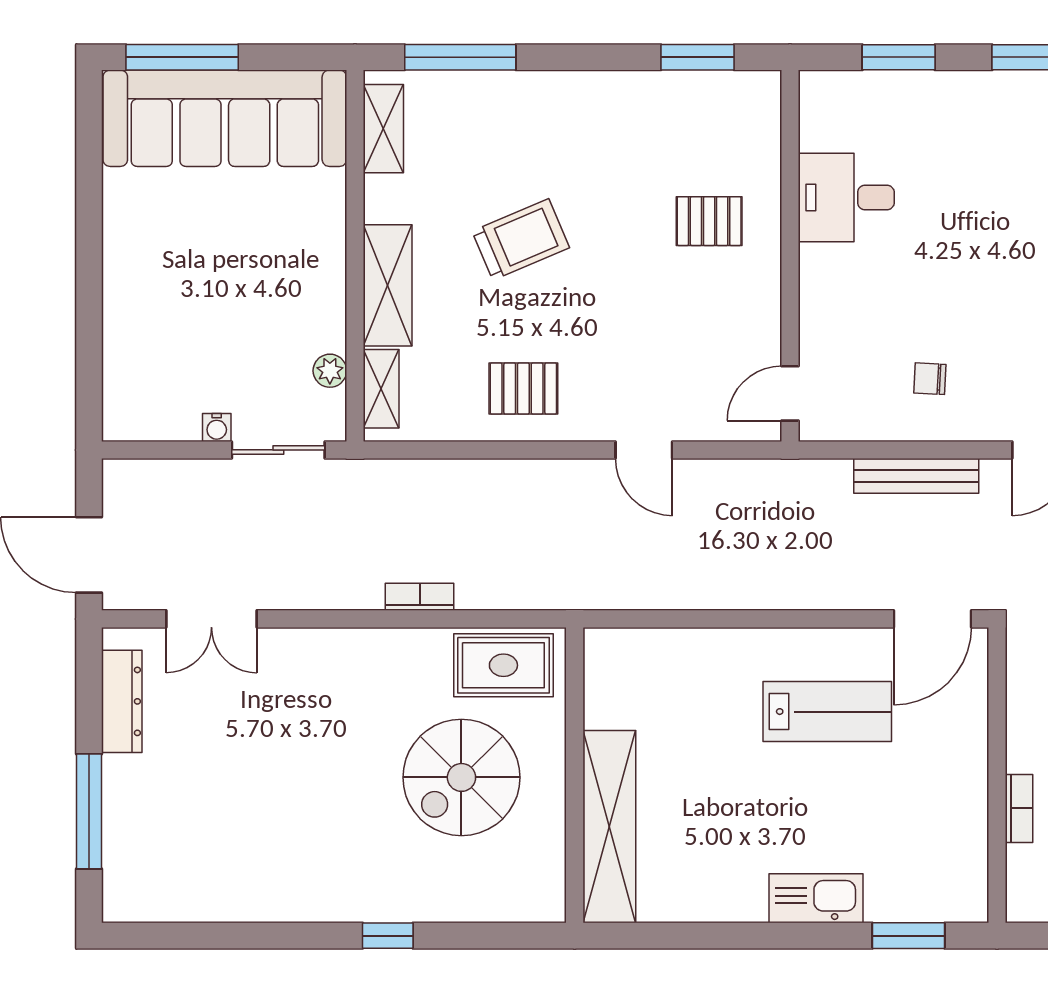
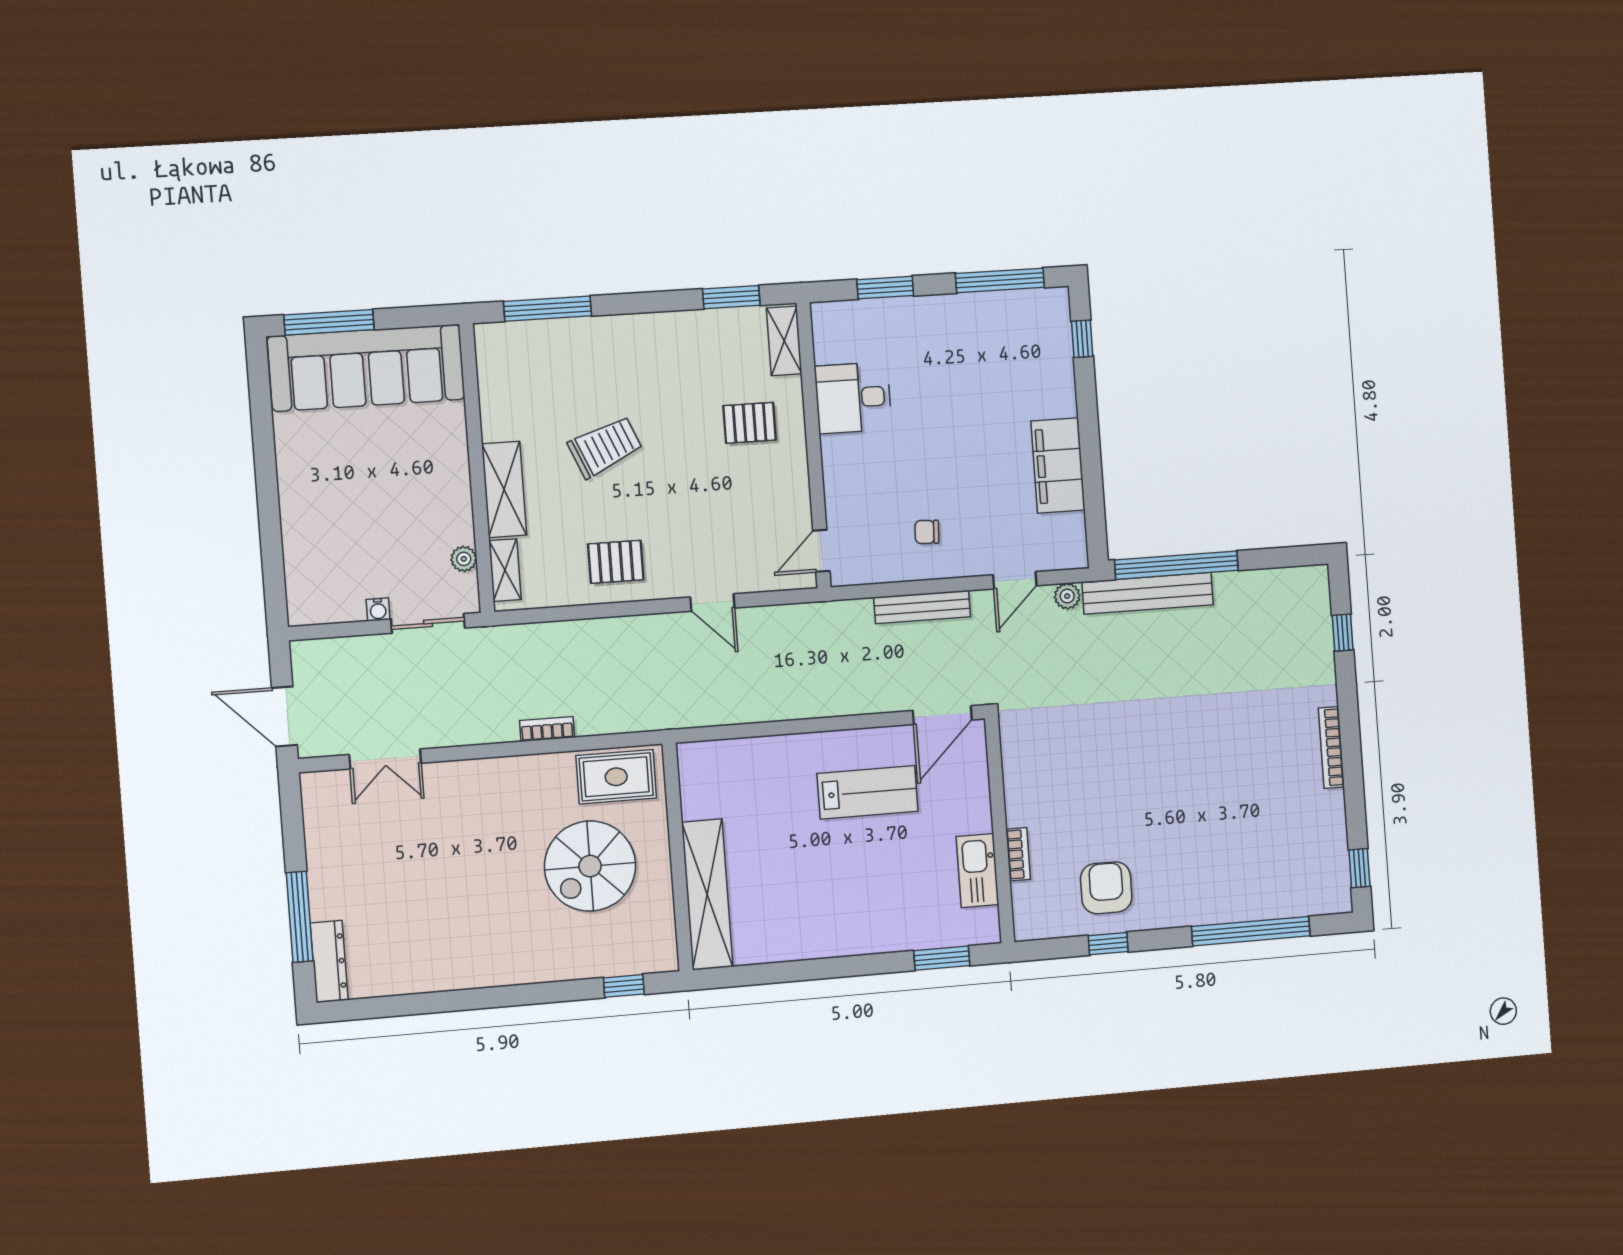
shelving: (383, 129) -> (784, 341), moved
dresser: (122, 701) -> (329, 962), moved
kitchen sink: (816, 898) -> (977, 870), moved, turned -90
window: (388, 936) -> (624, 986), moved

